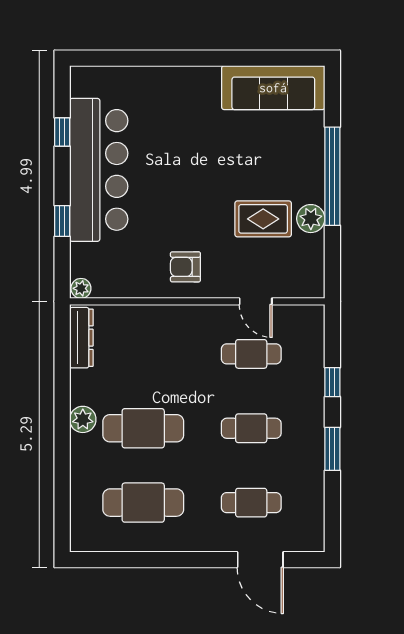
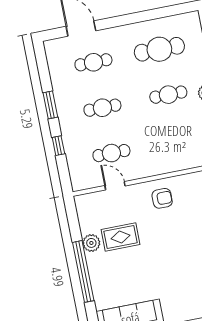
cafe table: (143, 428) -> (168, 95), width x0.73, depth x0.74

